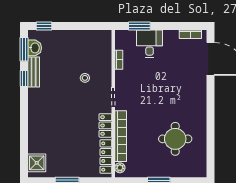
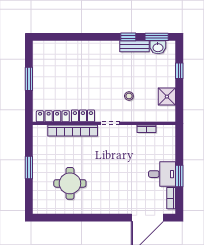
window: (44, 26) -> (179, 71), moved
window: (139, 26) -> (179, 176), moved
desk: (150, 44) -> (162, 174), moved
shower: (37, 163) -> (167, 97), moved
plant: (120, 168) -> (42, 130), removed

